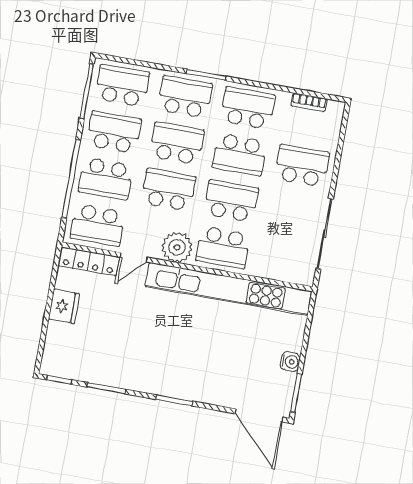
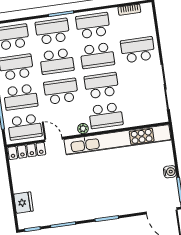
school desk: (177, 143) -> (57, 61), turned 180
plant: (177, 247) -> (83, 129), width x0.53, depth x0.53
door: (134, 257) -> (53, 139), swing flipped
fridge: (64, 306) -> (23, 203), moved

